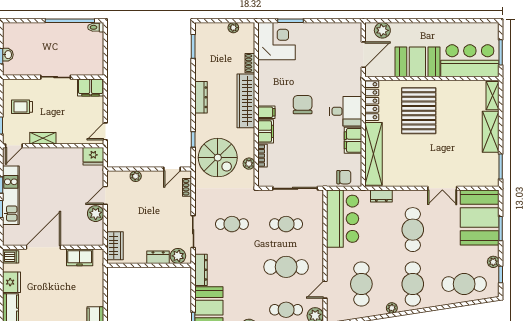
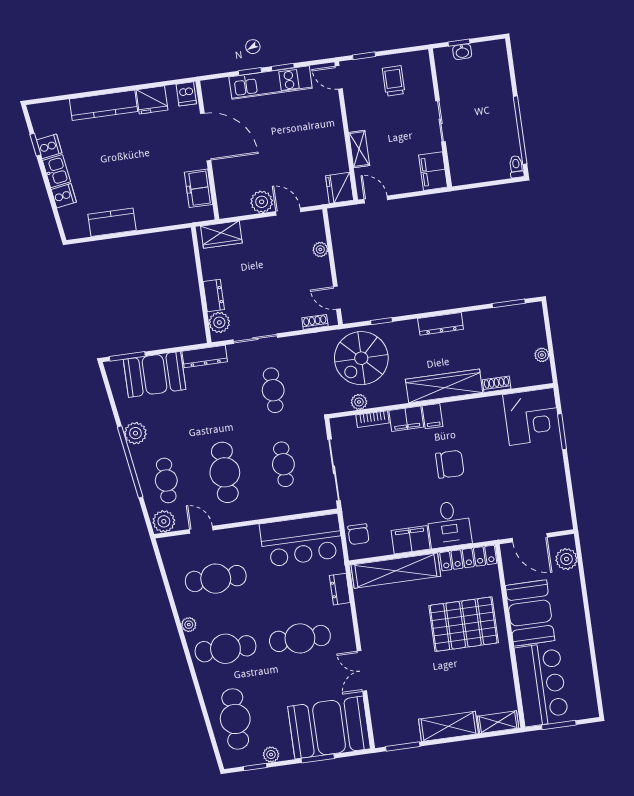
shelving: (43, 138) -> (359, 149), moved

